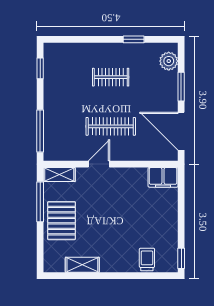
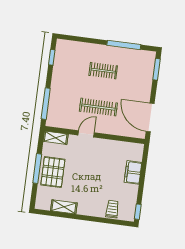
window: (134, 39) -> (124, 45), width x2.17
plant: (169, 61) -> (148, 64), removed
window: (181, 87) -> (157, 69), moved
filing cabinet: (163, 177) -> (133, 172), moved, turned 90
window: (40, 202) -> (37, 169), moved

